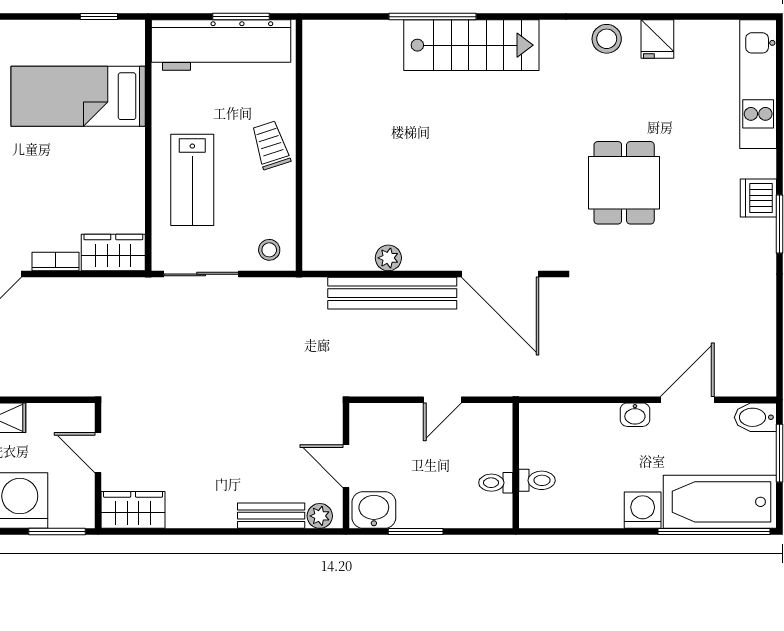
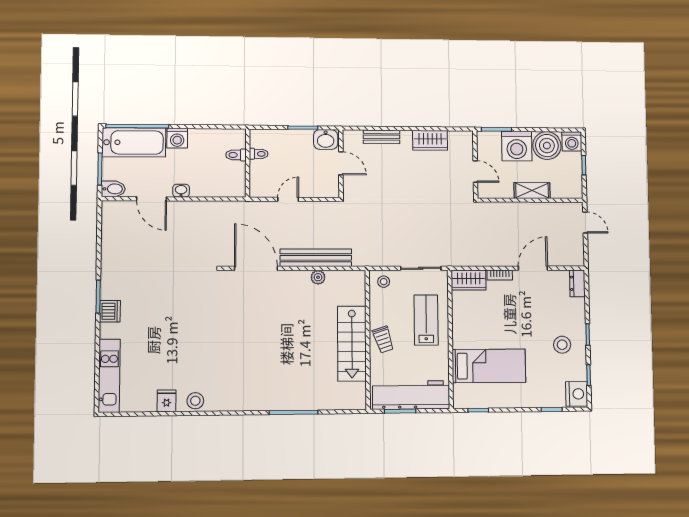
stairs: (471, 45) -> (352, 344), moved, turned -90
dining table: (624, 183) -> (186, 320), removed
door: (687, 400) -> (152, 199), hinge flipped
wardrobe: (133, 510) -> (430, 140), moved
plant: (320, 516) -> (355, 137), removed

